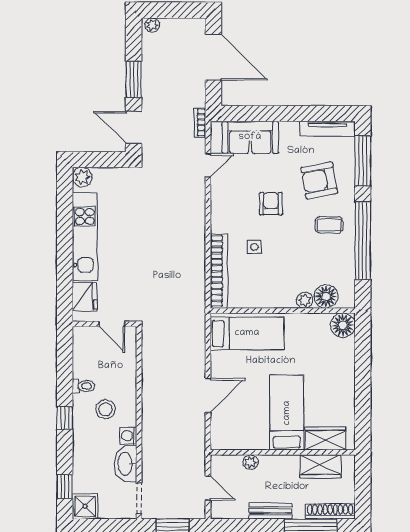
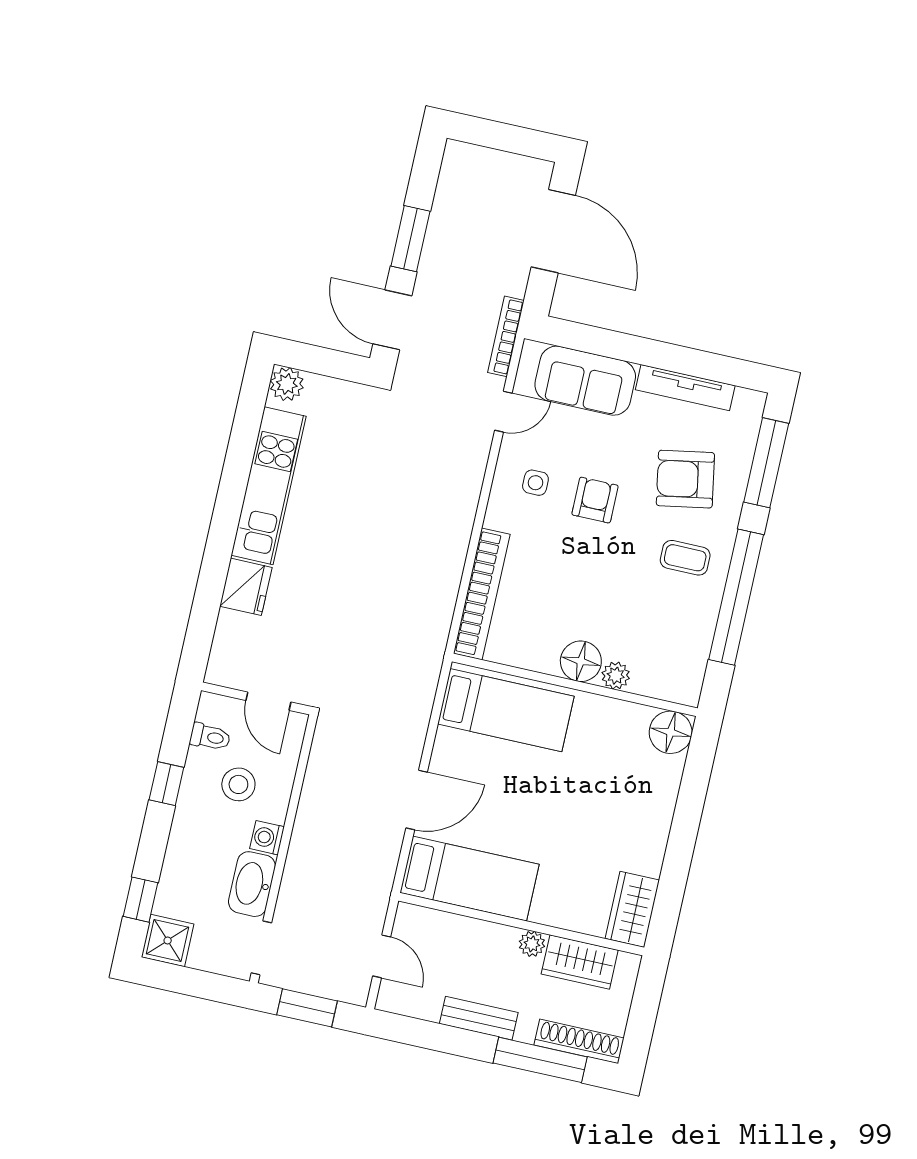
plant: (152, 25) -> (462, 154), removed
bookcase: (200, 122) -> (506, 336), width x1.56
tv unit: (327, 129) -> (685, 388), moved
side table: (254, 247) -> (535, 483), moved
floor lamp: (326, 296) -> (581, 661), moved
wall: (105, 324) -> (256, 698), moved
door: (112, 324) -> (268, 701), moved
bed: (287, 413) -> (470, 879), moved, turned 90
wardrobe: (325, 438) -> (632, 909), moved, turned -90
plant: (251, 462) -> (532, 944), moved

